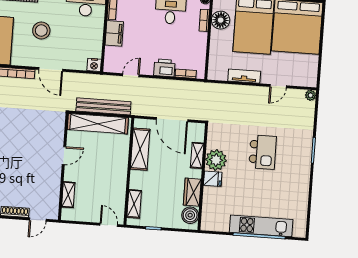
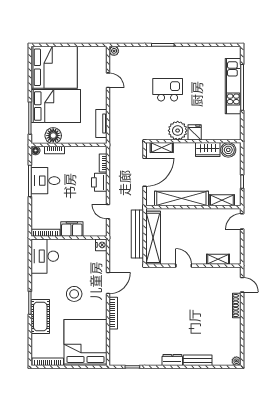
tv unit: (244, 76) -> (101, 124), moved
shelving: (140, 149) -> (181, 199), width x1.47
shelving: (197, 155) -> (162, 148), moved

